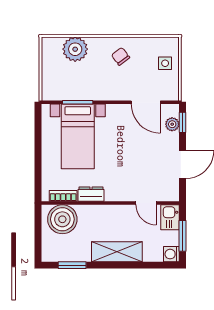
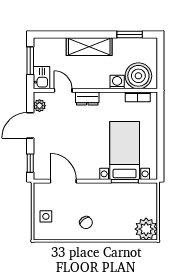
plant: (75, 49) -> (146, 229), moved
plant: (172, 124) -> (39, 106), moved
dresser: (91, 194) -> (87, 99), moved
washing machine: (171, 254) -> (117, 82), moved, turned -90

